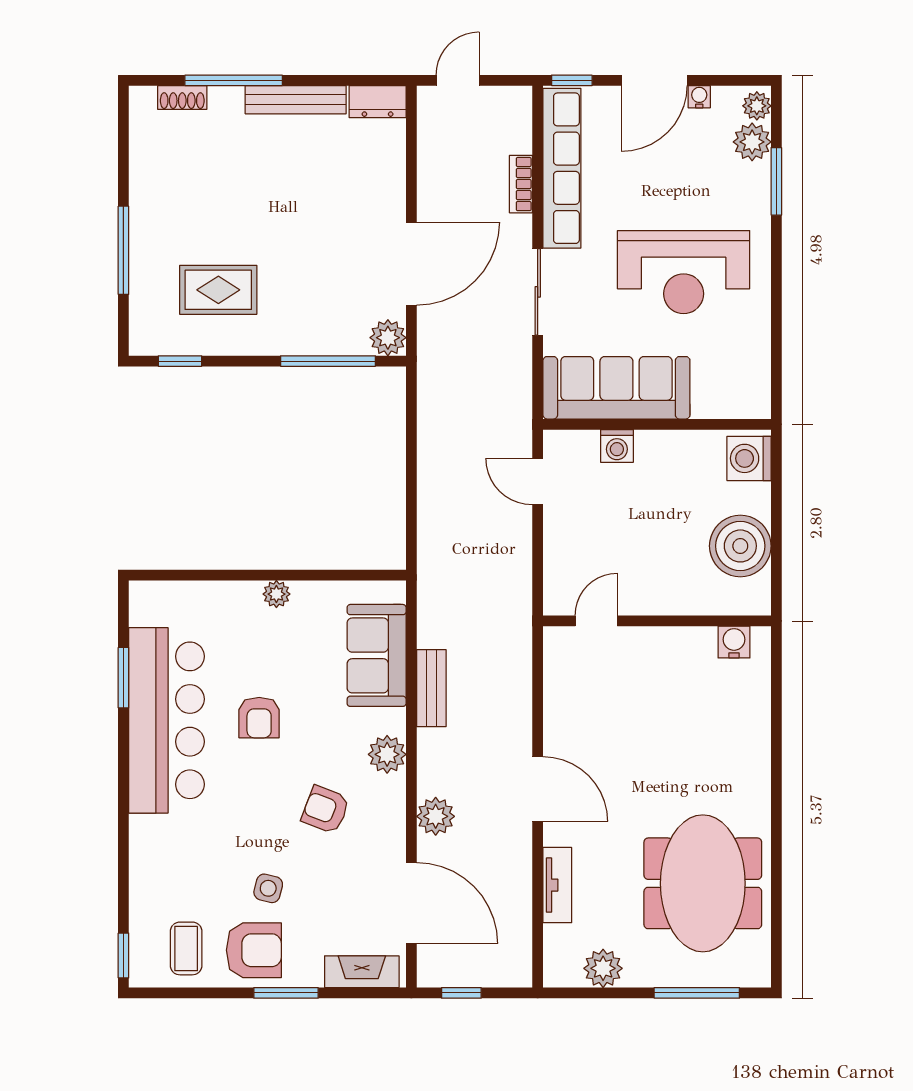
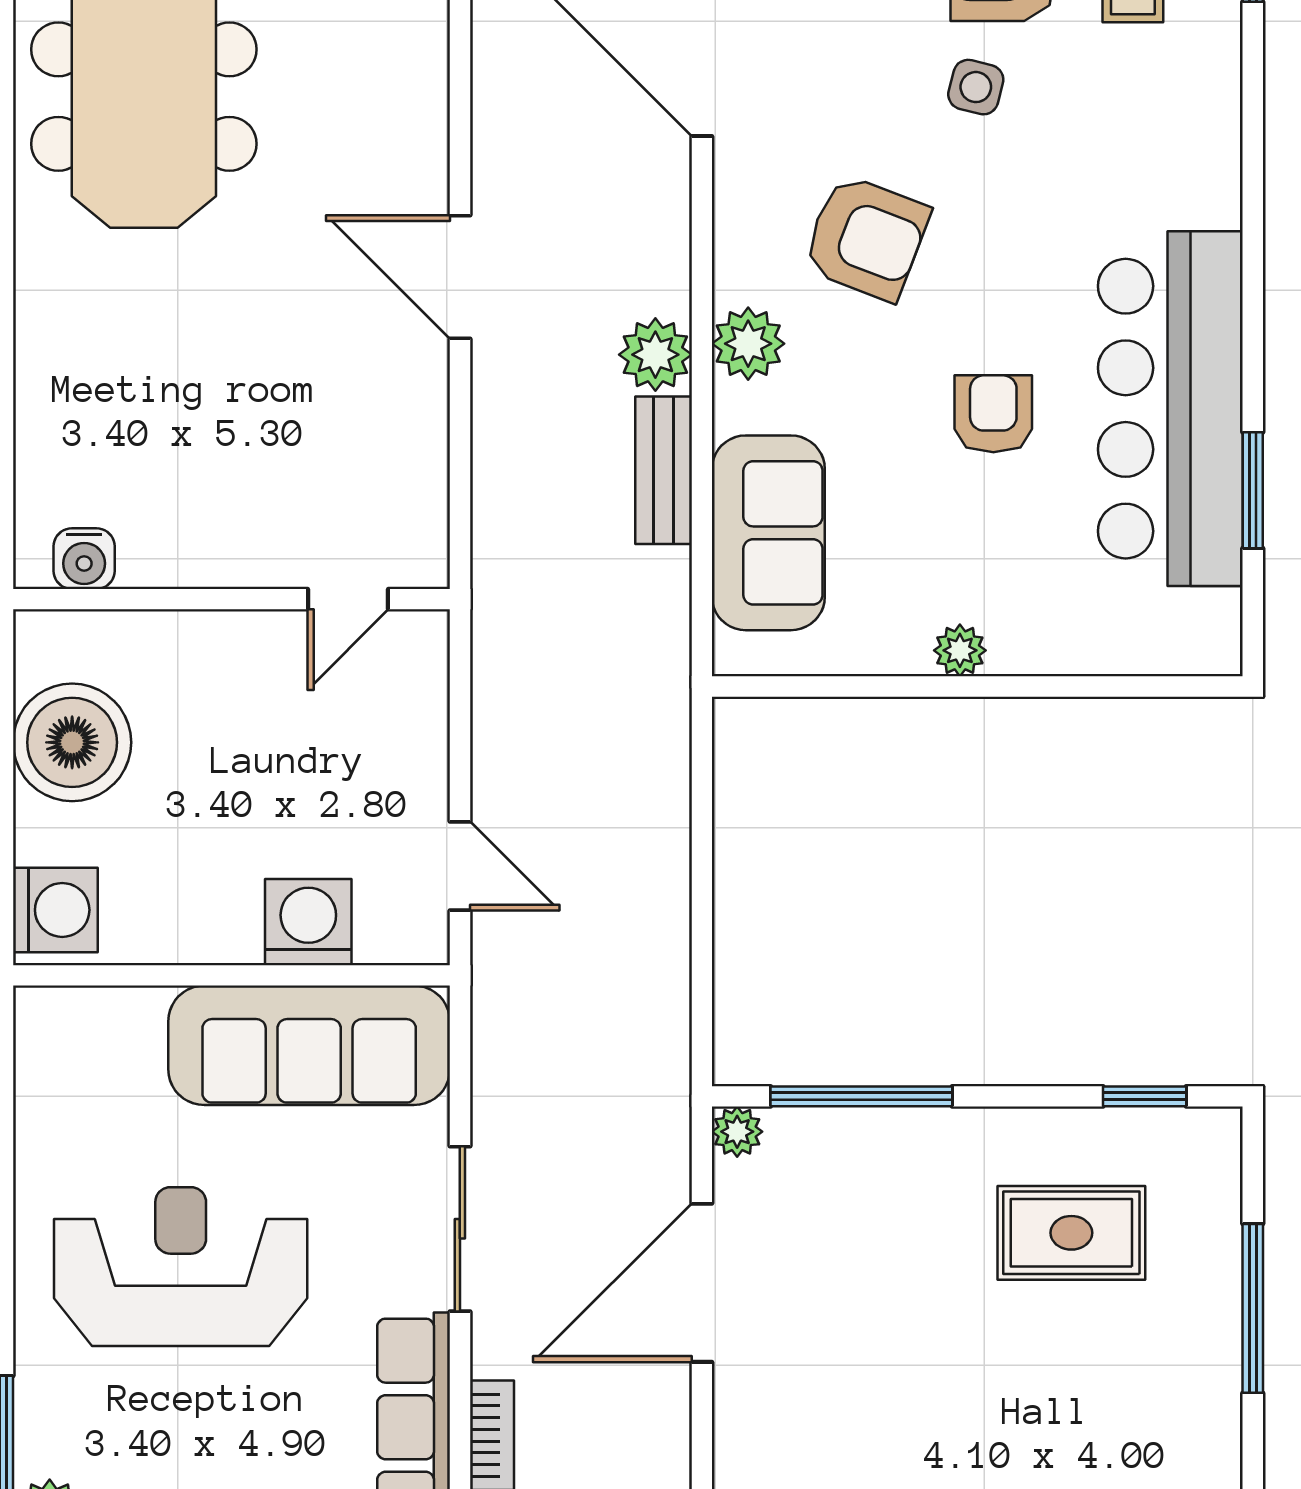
plant: (388, 338) -> (737, 1132), width x0.73, depth x0.73
washing machine: (617, 446) -> (308, 922), width x1.38, depth x1.38
armchair: (326, 810) -> (866, 238), width x1.38, depth x1.38
plant: (436, 816) -> (655, 355), moved
tv unit: (557, 885) -> (422, 93), removed

